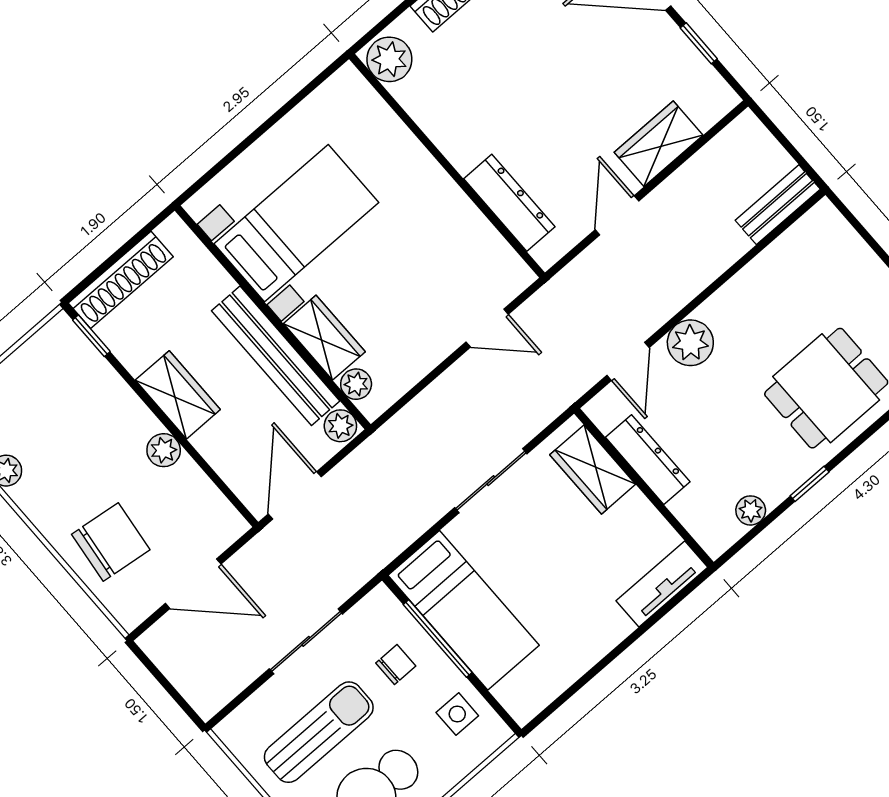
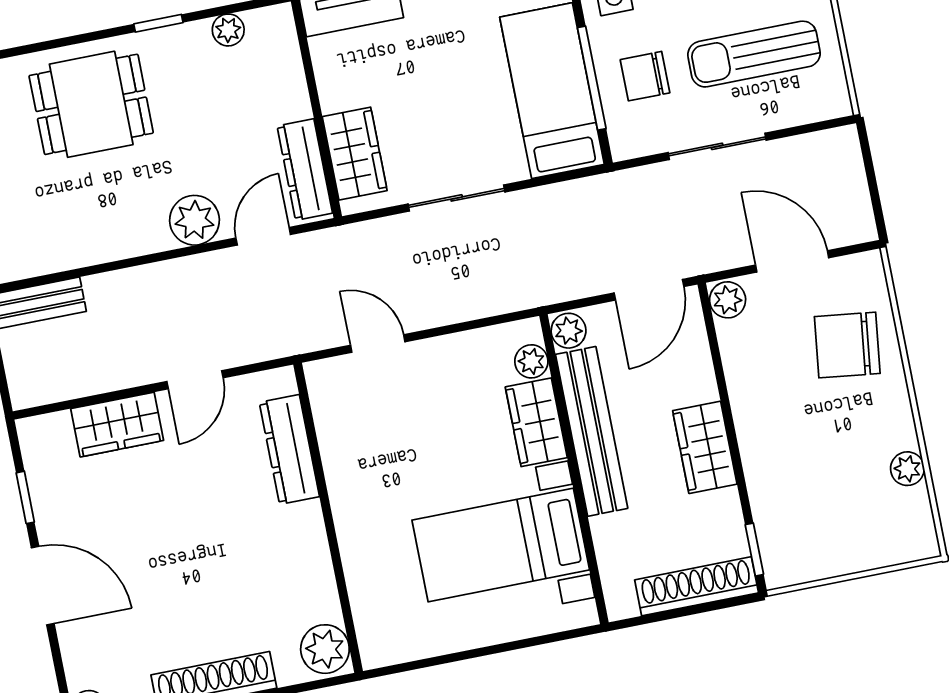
plant: (164, 450) -> (728, 300), moved
dresser: (648, 460) -> (305, 170), moved
chair: (396, 665) -> (645, 76), width x1.37, depth x1.37

